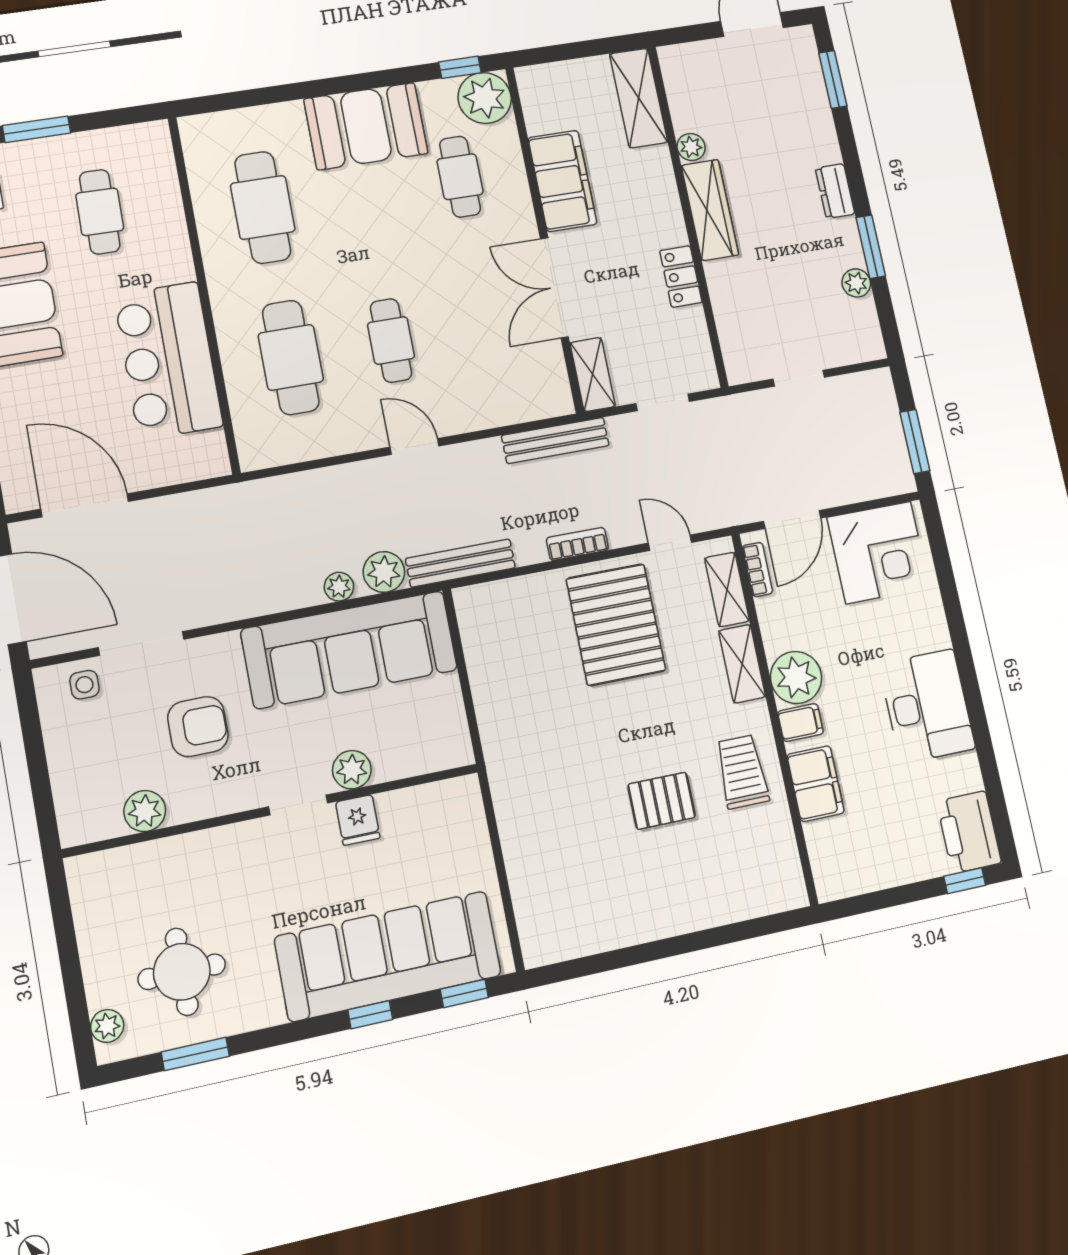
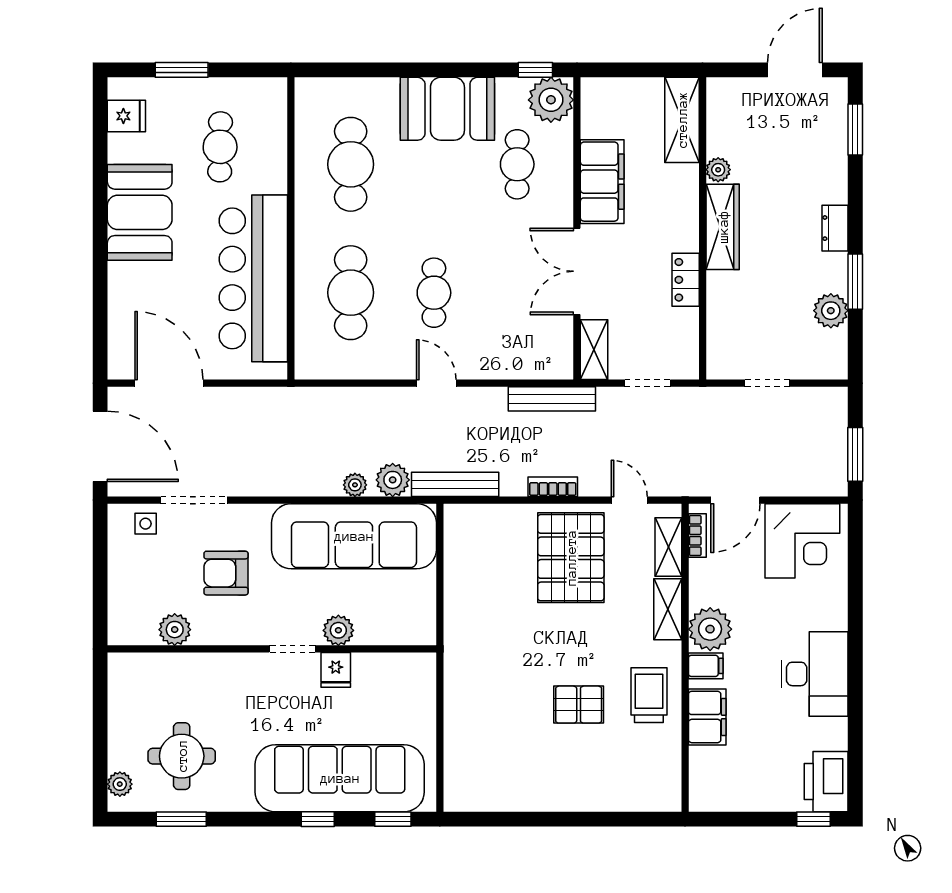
plant: (856, 283) -> (831, 311), width x1.38, depth x1.38
bar counter: (168, 360) -> (253, 278), width x1.36
armchair: (198, 727) -> (226, 573), turned 180

